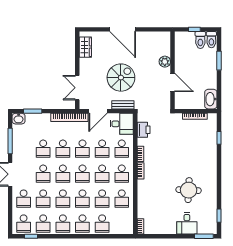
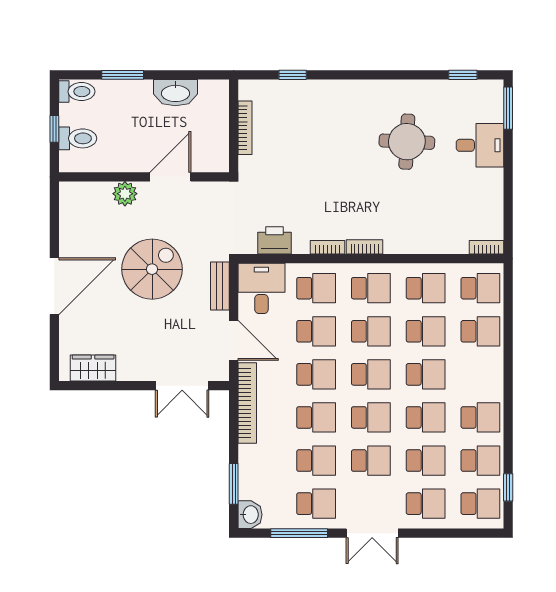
toilet: (200, 40) -> (78, 138), moved
spiral stairs: (121, 78) -> (152, 269), moved, turned 90
washbasin: (211, 99) -> (175, 93), moved
school desk: (24, 149) -> (316, 504), added
school desk: (82, 224) -> (480, 288), moved

